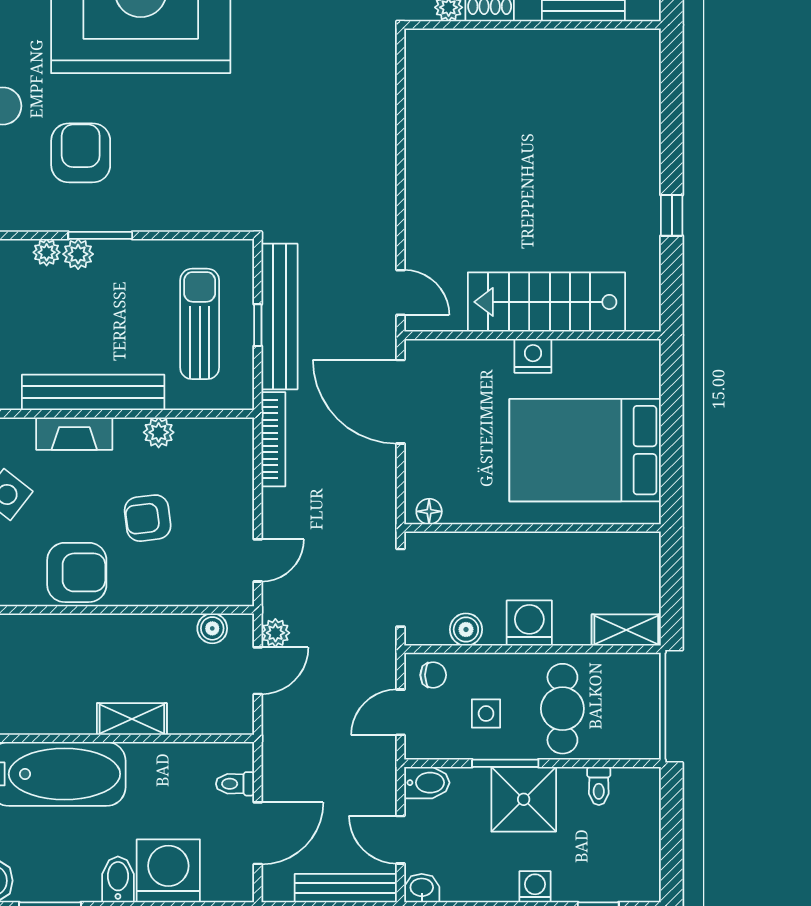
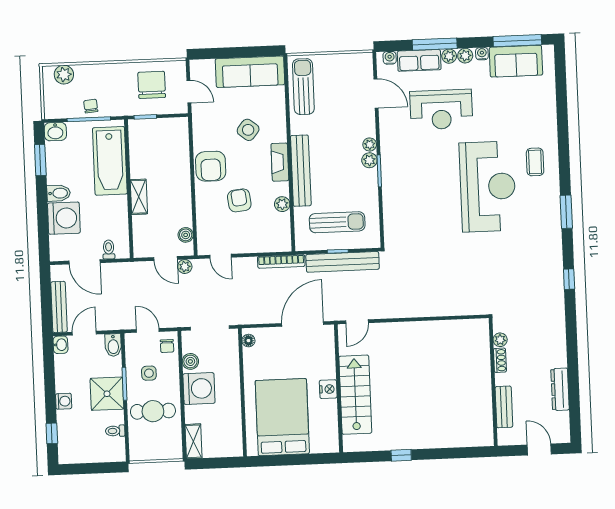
armchair: (81, 153) -> (420, 159), removed
washing machine: (529, 623) -> (199, 388), width x1.37, depth x1.37

